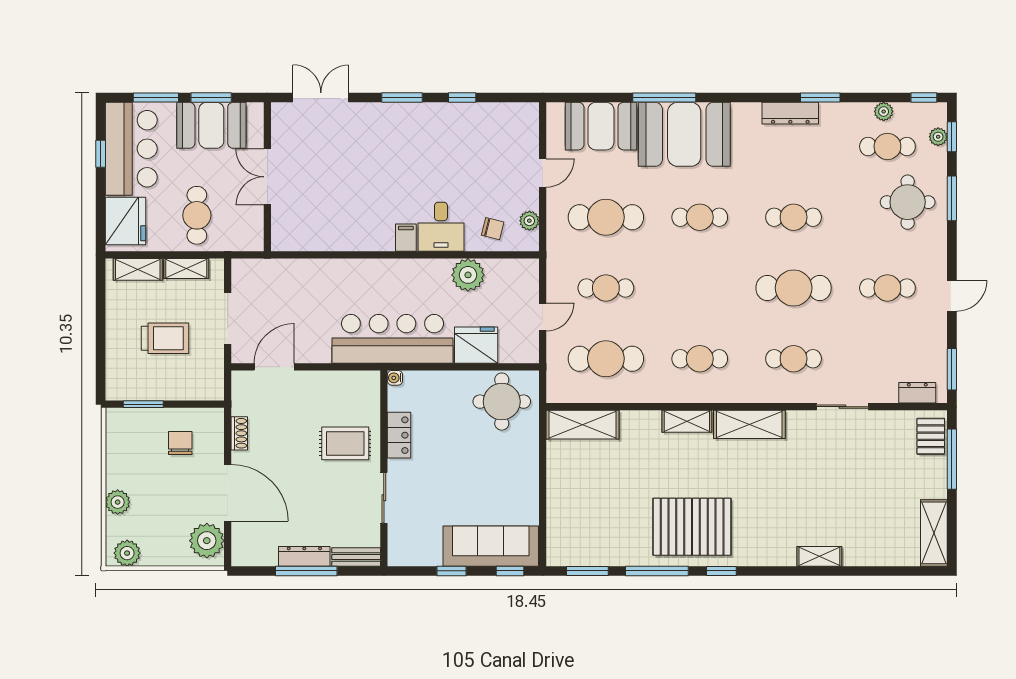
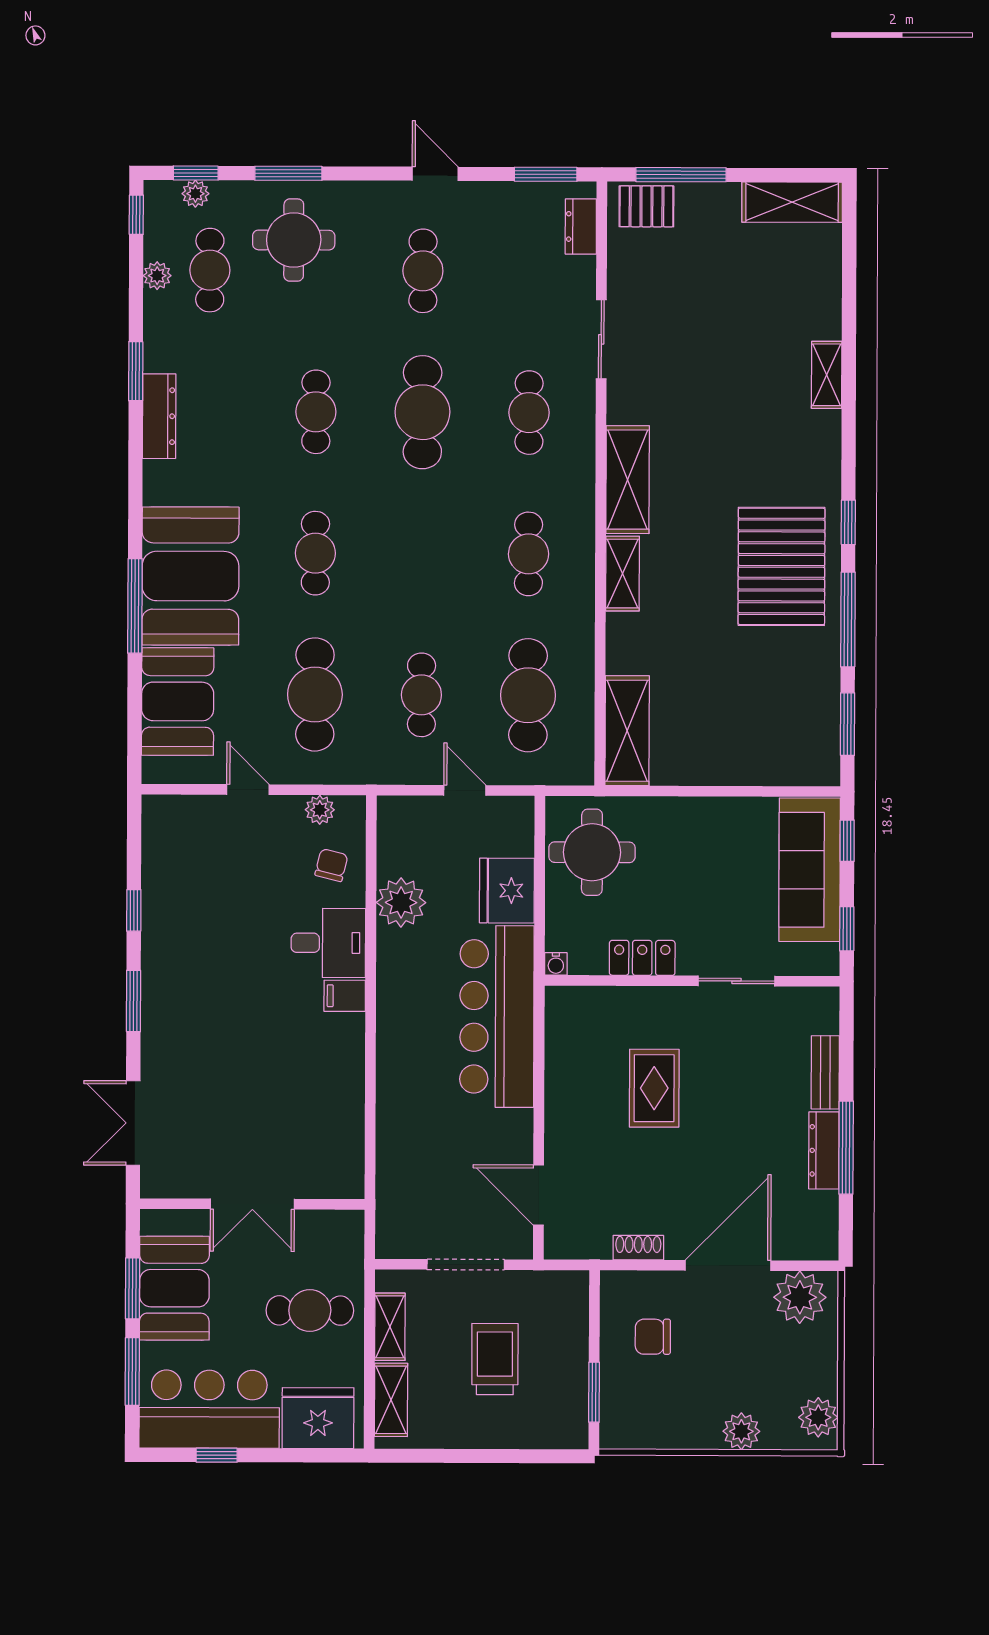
water cooler: (395, 378) -> (556, 964), moved
locker: (399, 435) -> (642, 958), moved
wall: (384, 468) -> (692, 981), moved
sliding door: (384, 498) -> (736, 981), moved

